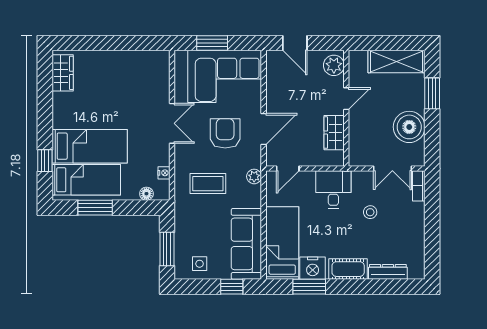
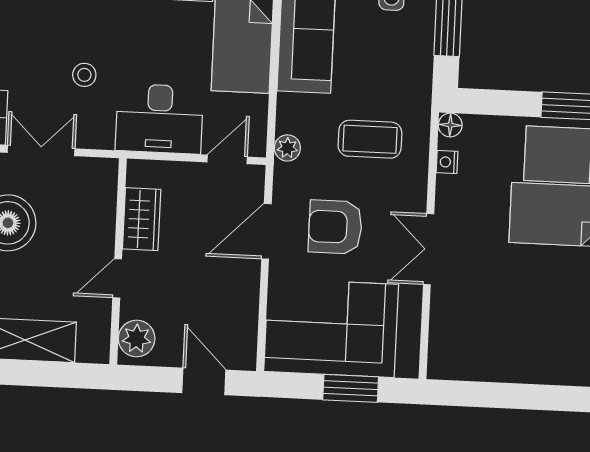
armchair: (225, 133) -> (335, 227), turned 90
desk: (333, 190) -> (159, 119), width x1.37
floor lamp: (146, 194) -> (450, 125), moved

